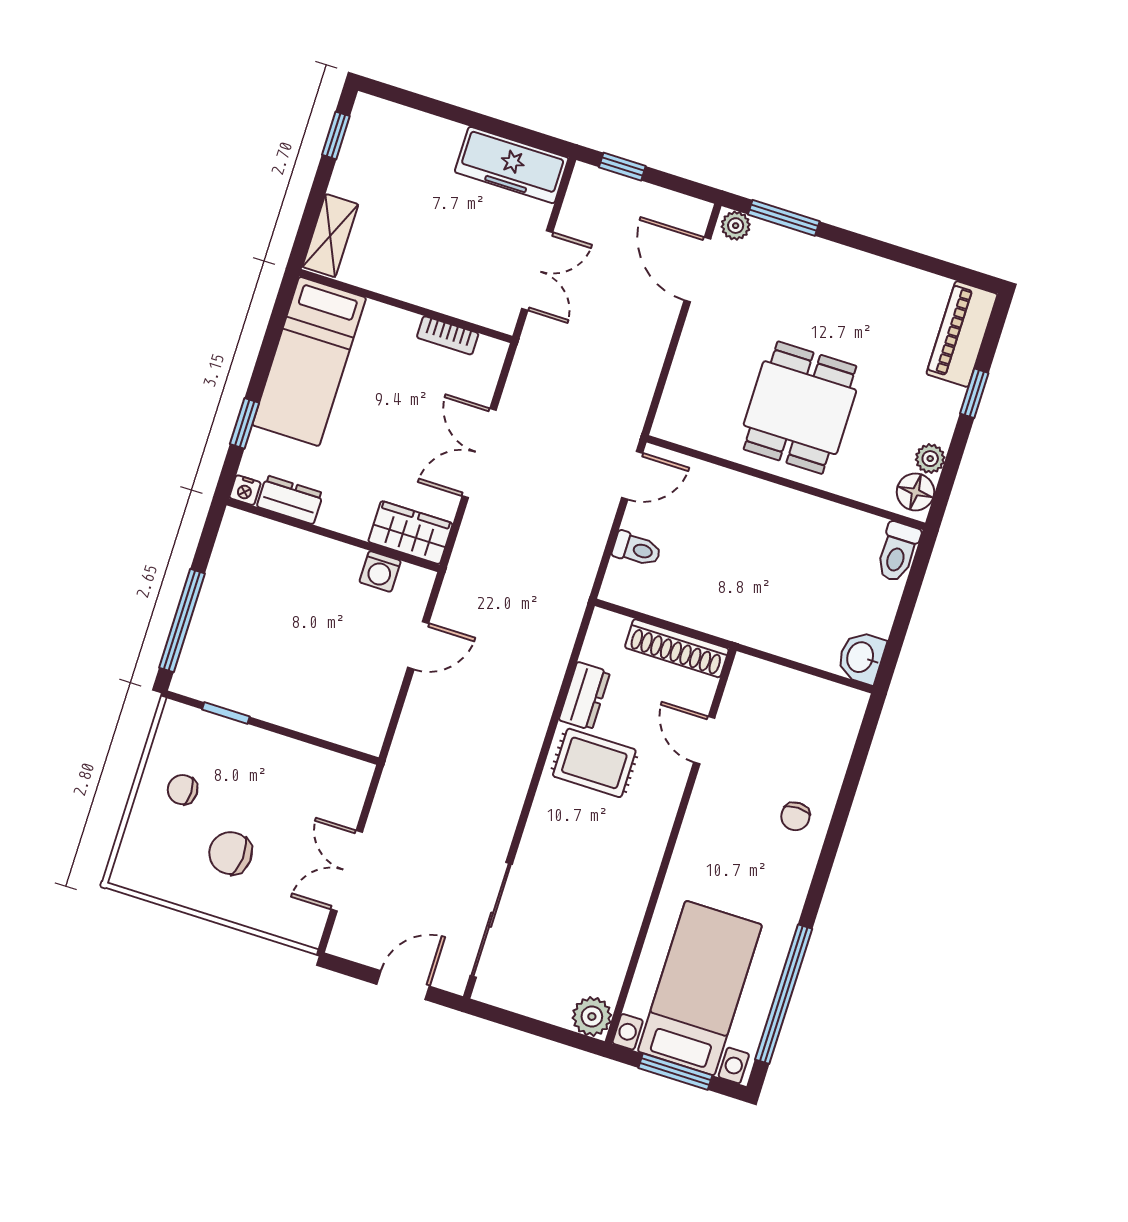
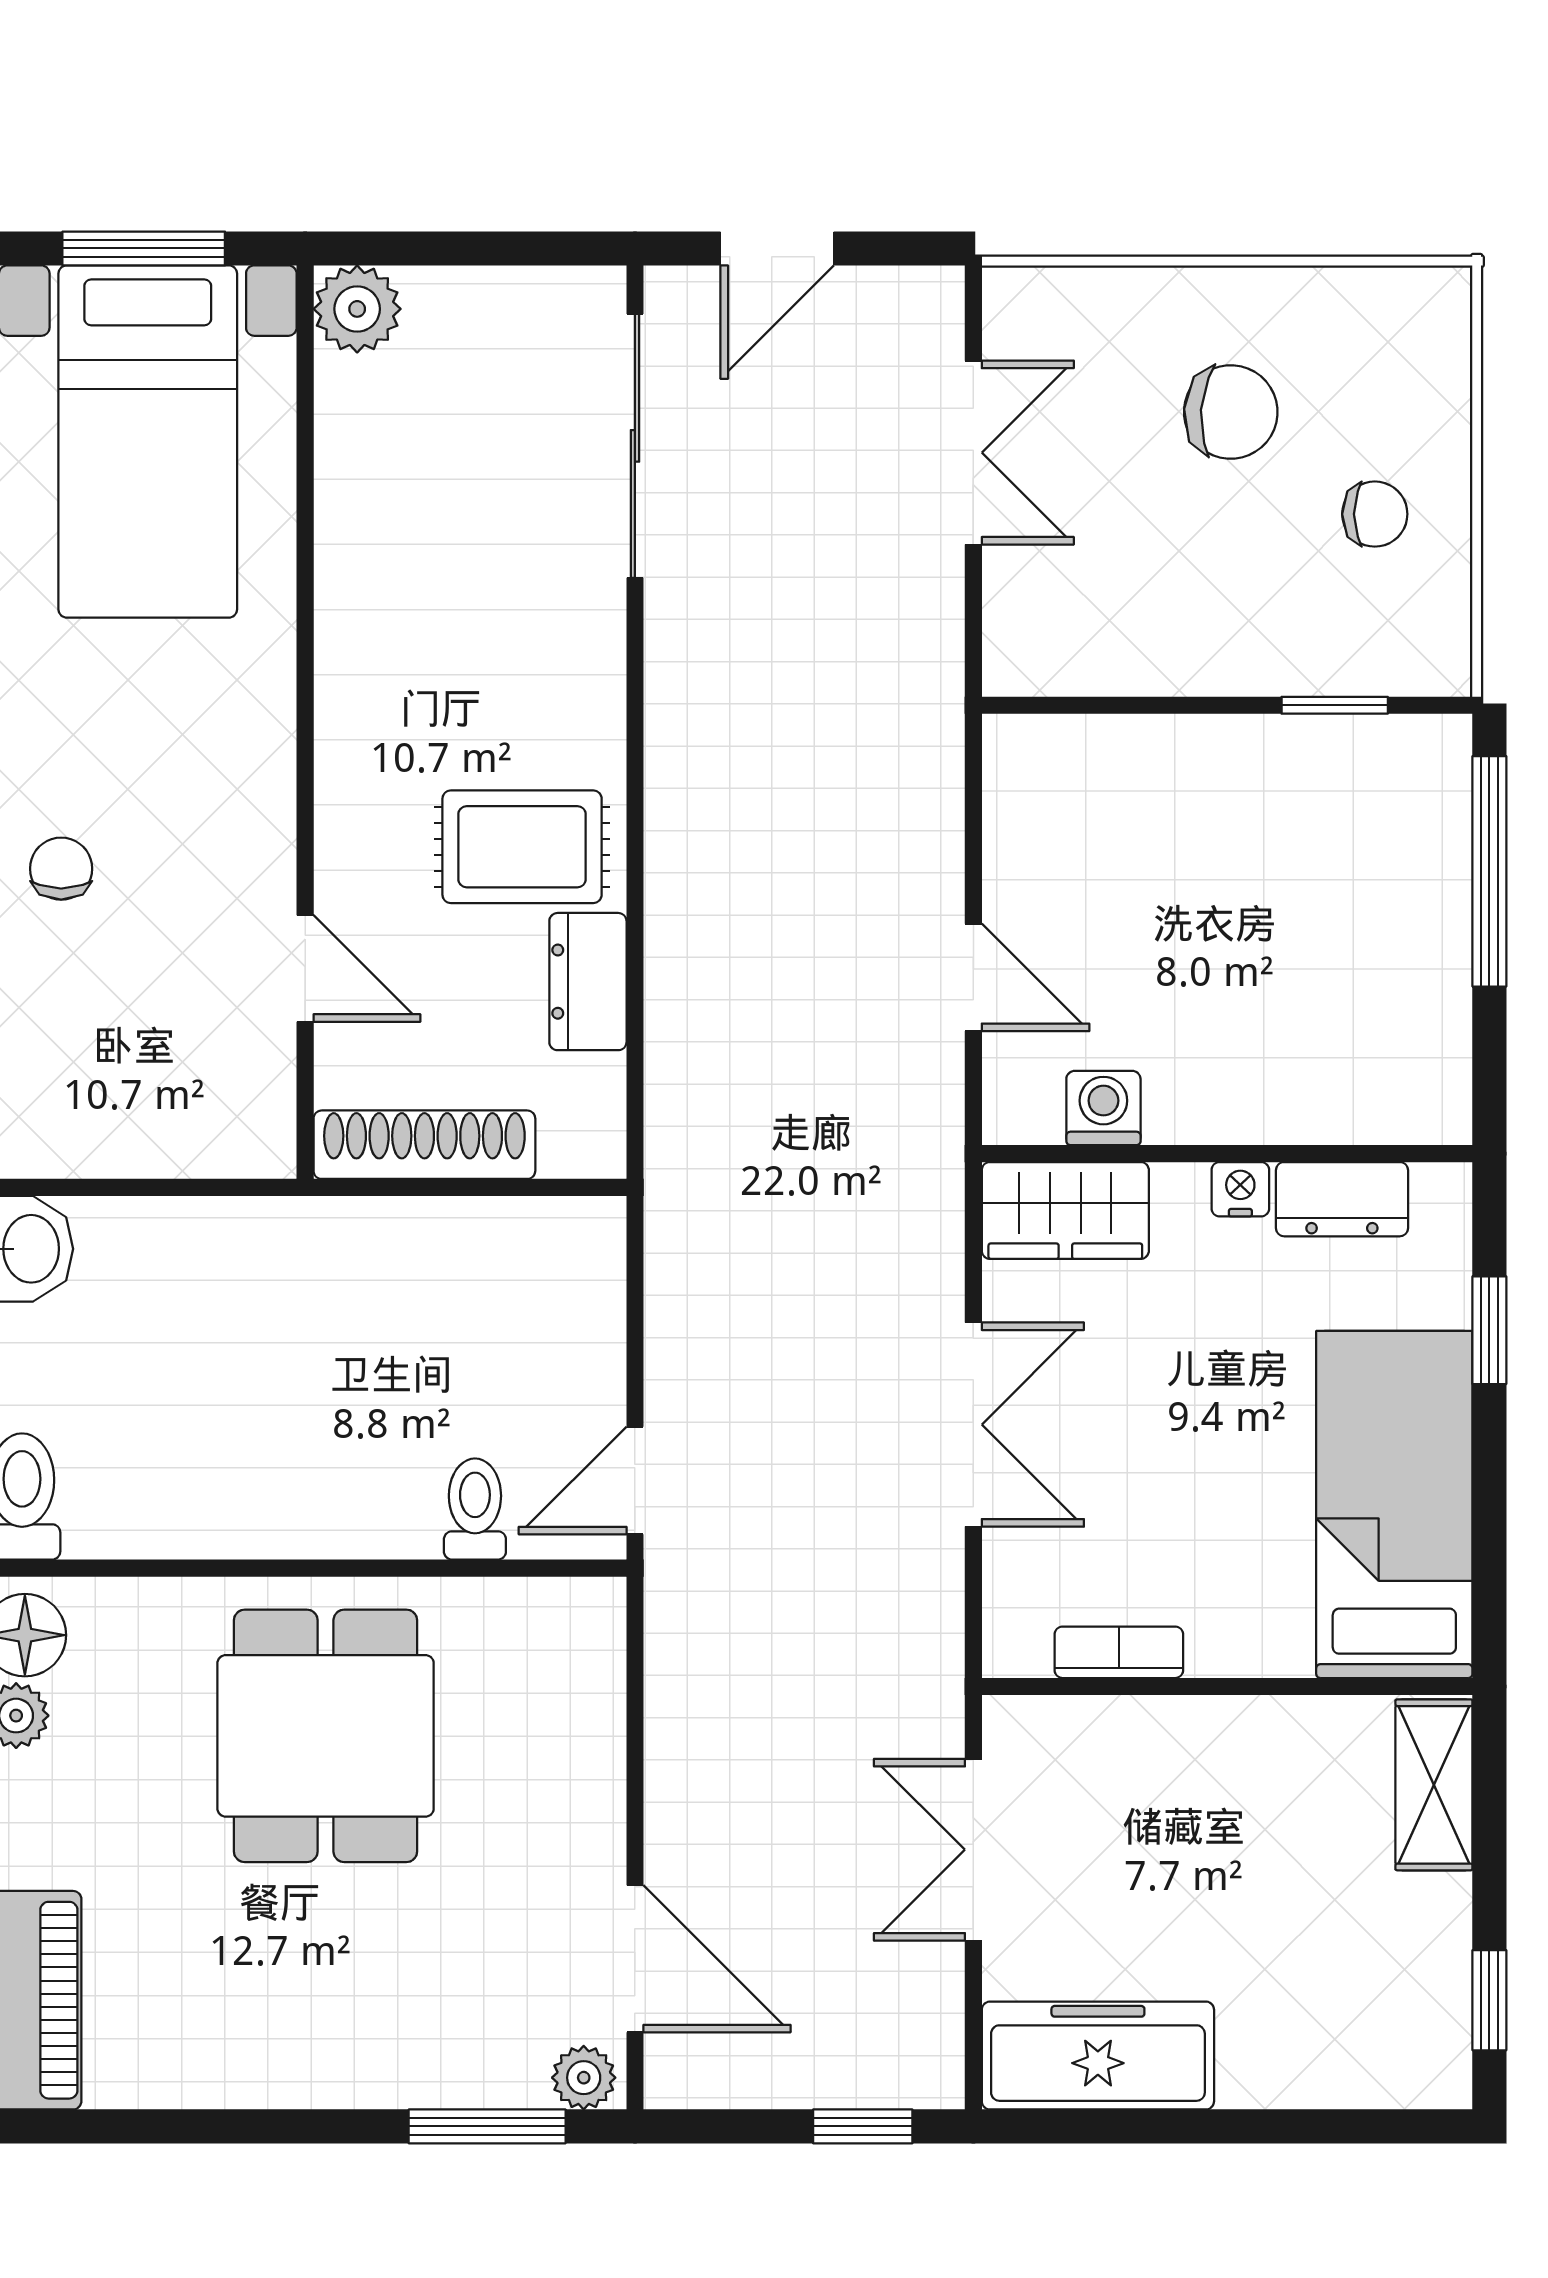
nightstand: (245, 490) -> (1240, 1189), moved
toilet: (637, 549) -> (475, 1509), moved, turned 90
door: (418, 645) -> (973, 977), swing flipped

